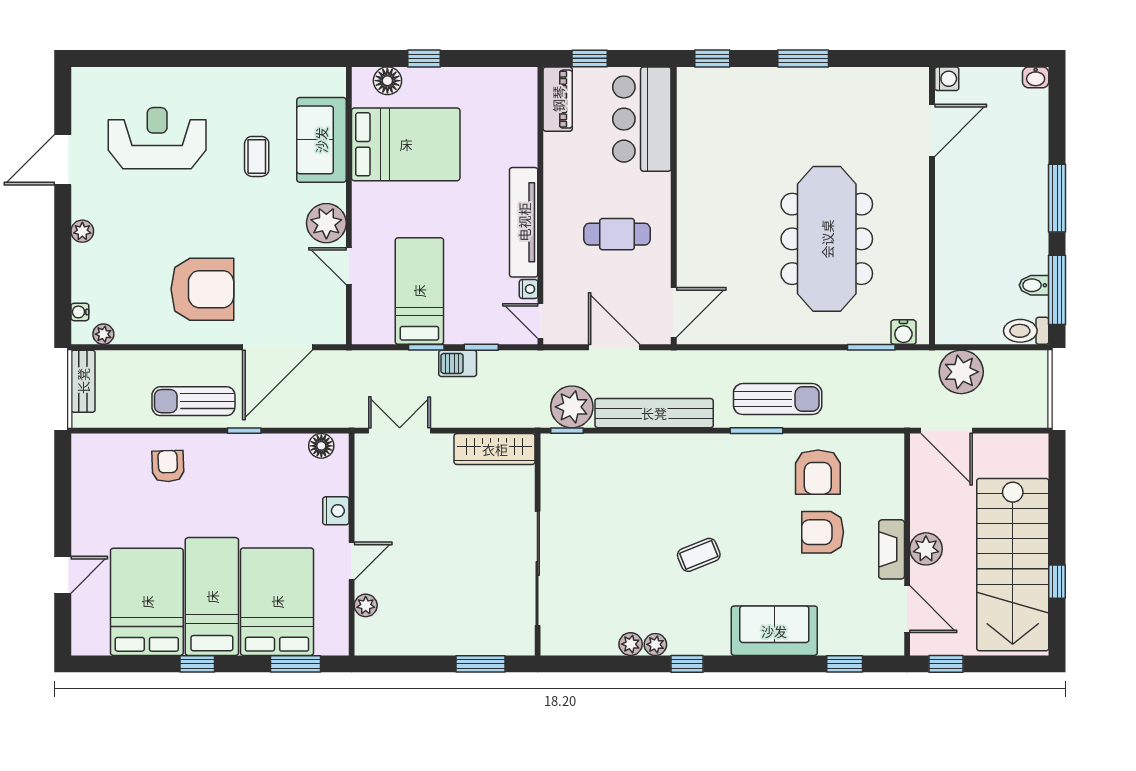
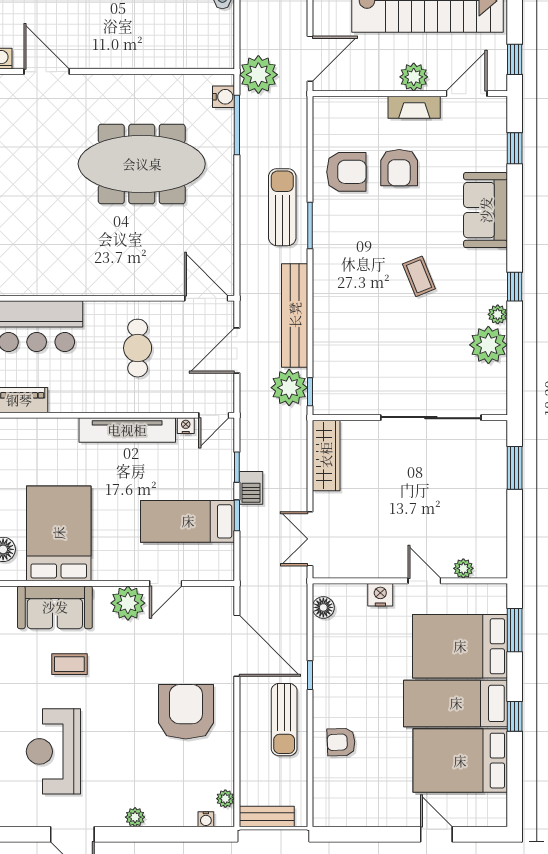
window: (871, 347) -> (237, 125), width x1.44
plant: (961, 372) -> (258, 75), moved
plant: (631, 644) -> (488, 345), width x1.88, depth x1.88

